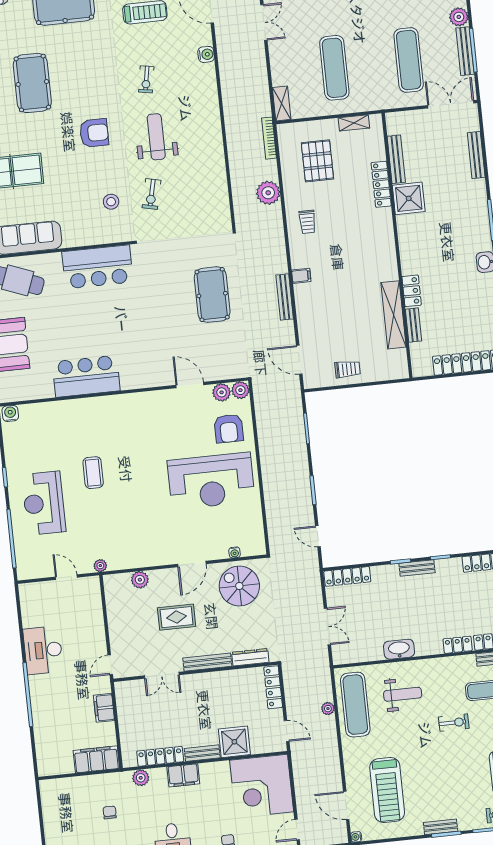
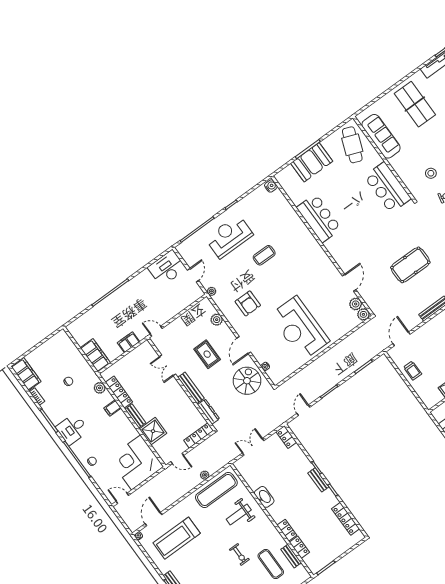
armchair: (229, 429) -> (248, 303), moved, turned -90
door: (192, 564) -> (244, 345), hinge flipped
locker: (347, 576) -> (286, 437), width x0.66
double door: (327, 627) -> (253, 447), swing flipped
desk: (43, 650) -> (167, 268), moved
weight bench: (403, 694) -> (239, 515), turned 90
door: (287, 731) -> (177, 458), hinge flipped
filing cabinet: (183, 775) -> (113, 408), width x0.50

